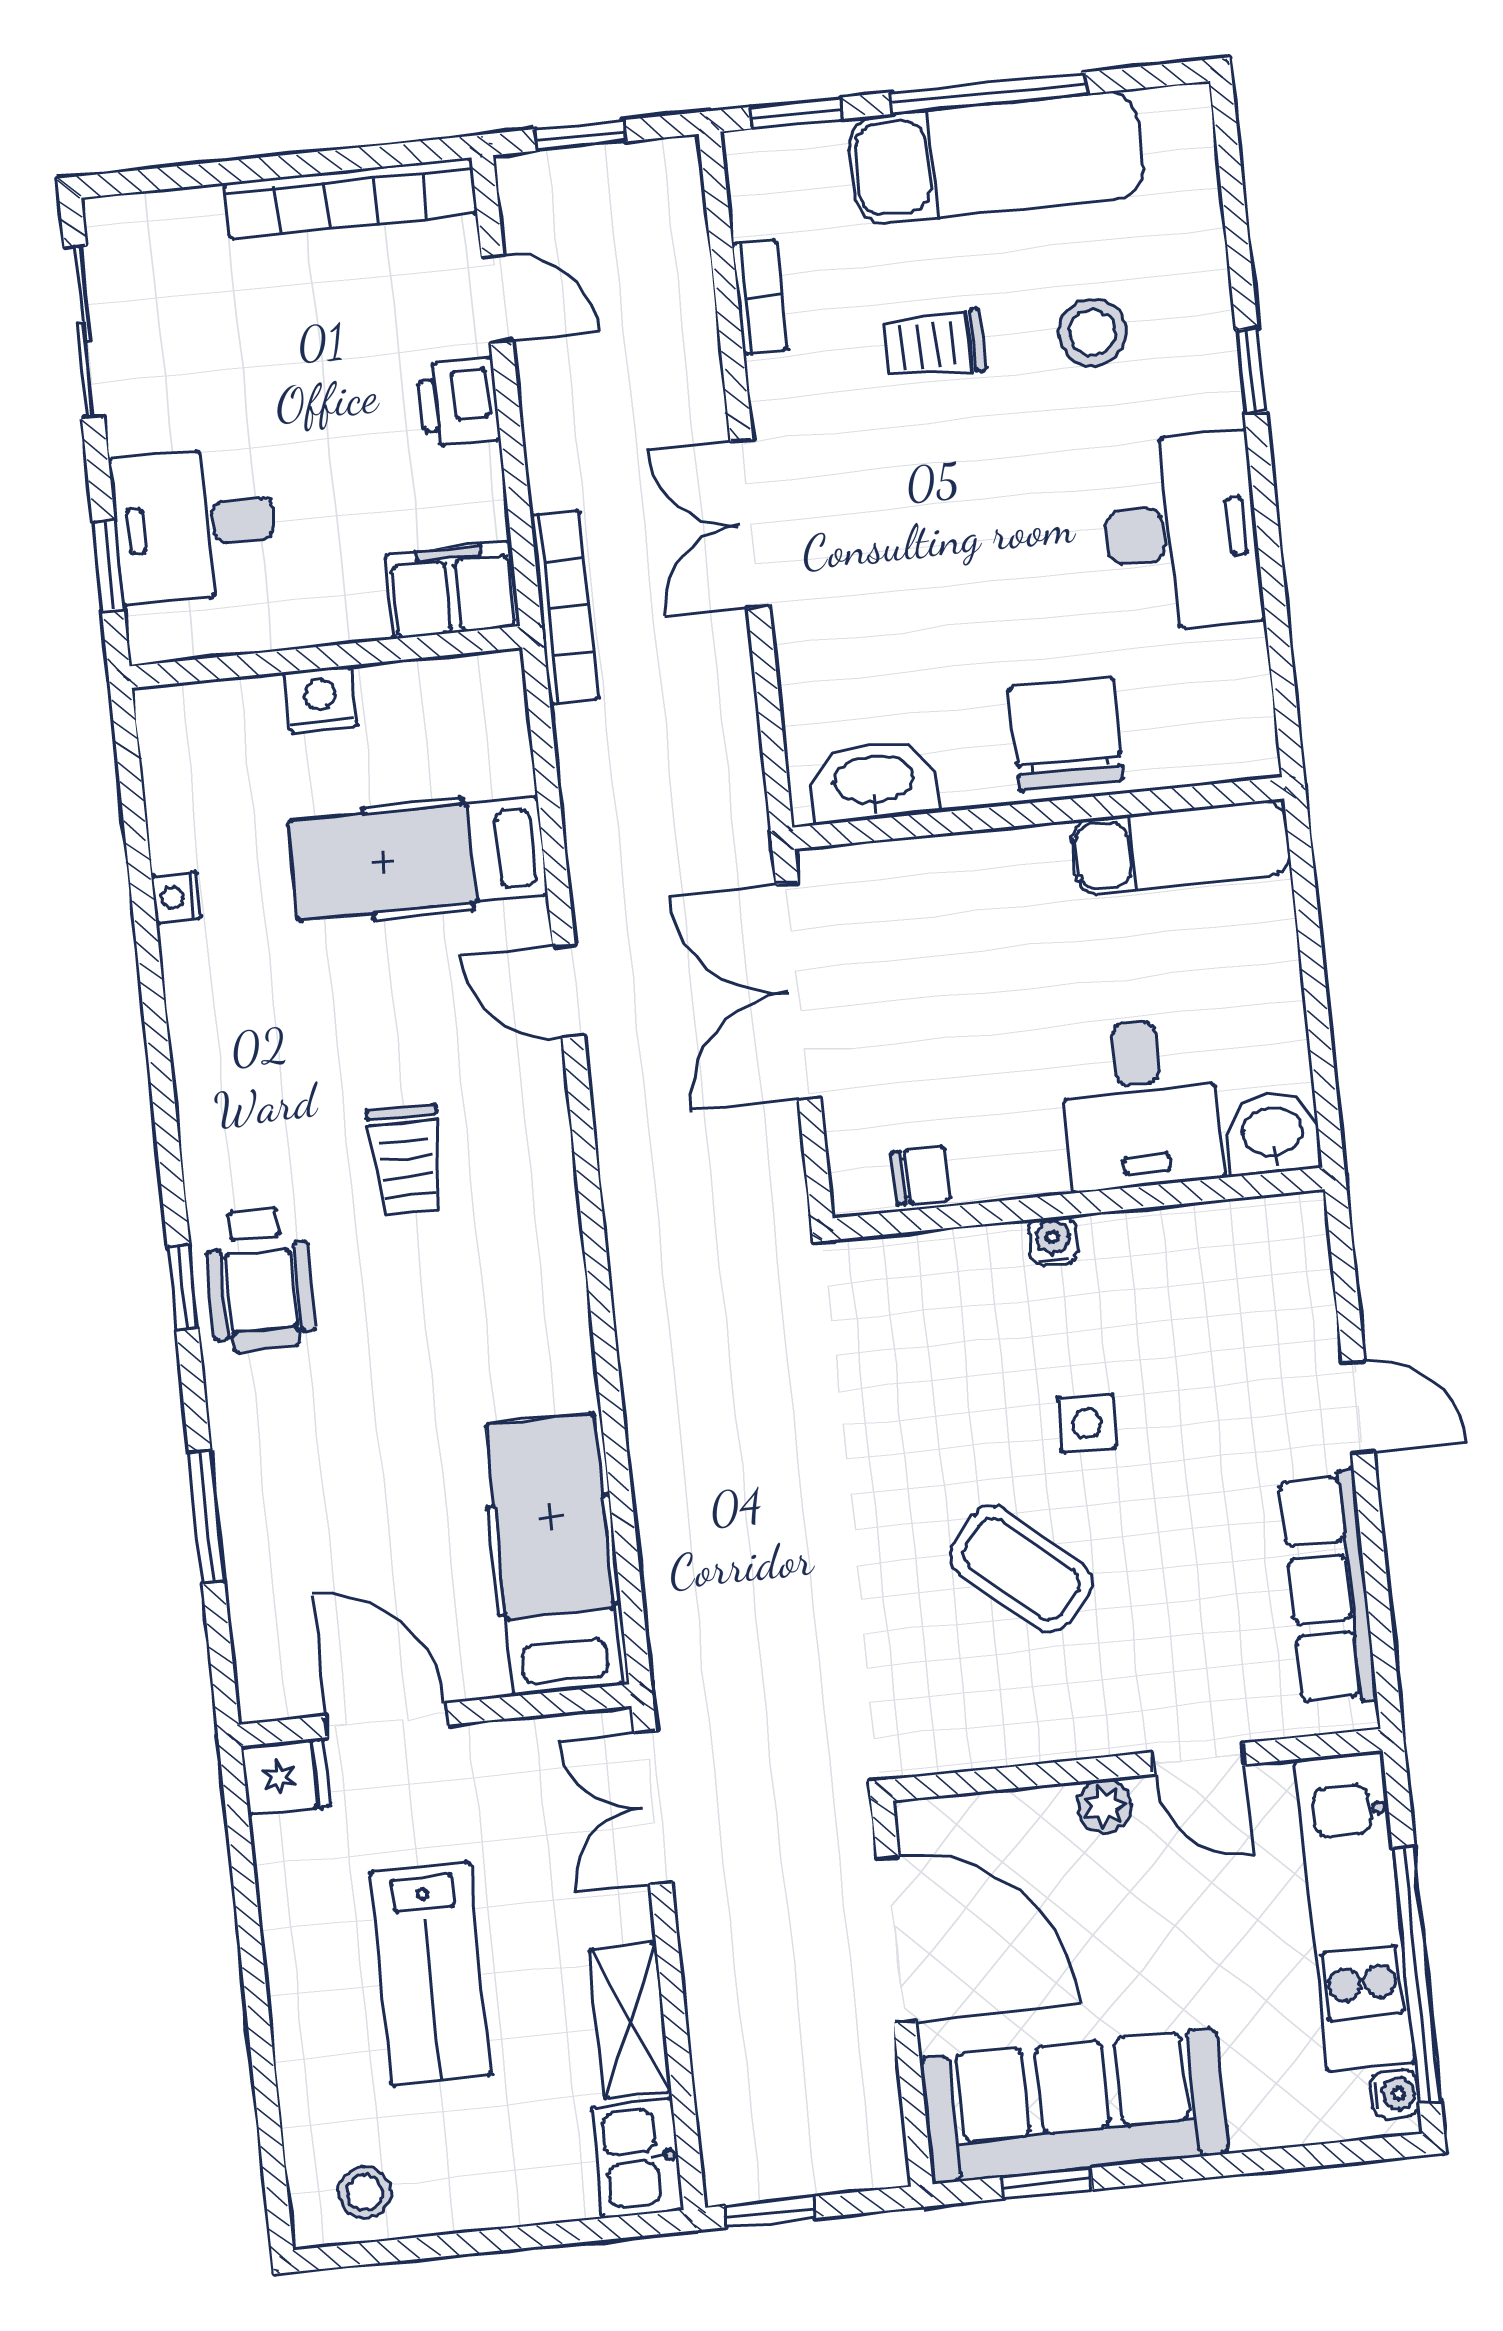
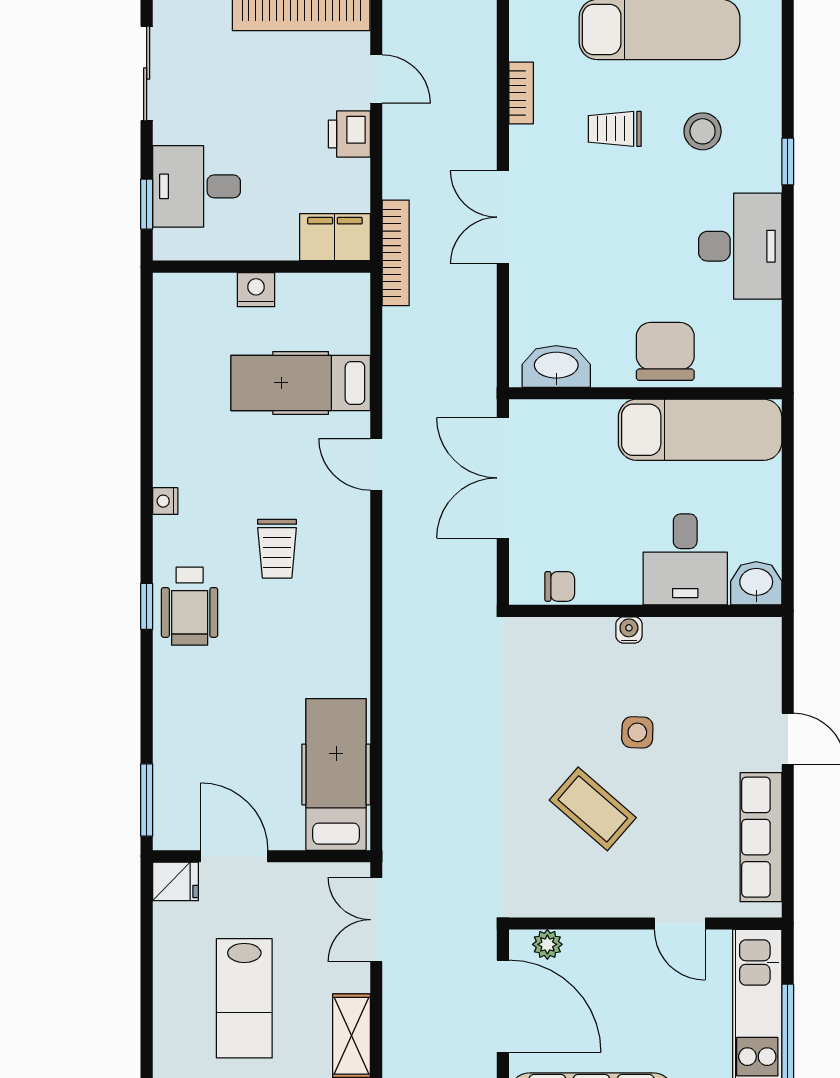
exam couch: (1181, 847) -> (700, 430), width x1.36, depth x1.45
nightstand: (176, 897) -> (165, 501), moved
window: (206, 1516) -> (147, 800), moved
plant: (1105, 1806) -> (547, 944), moved

